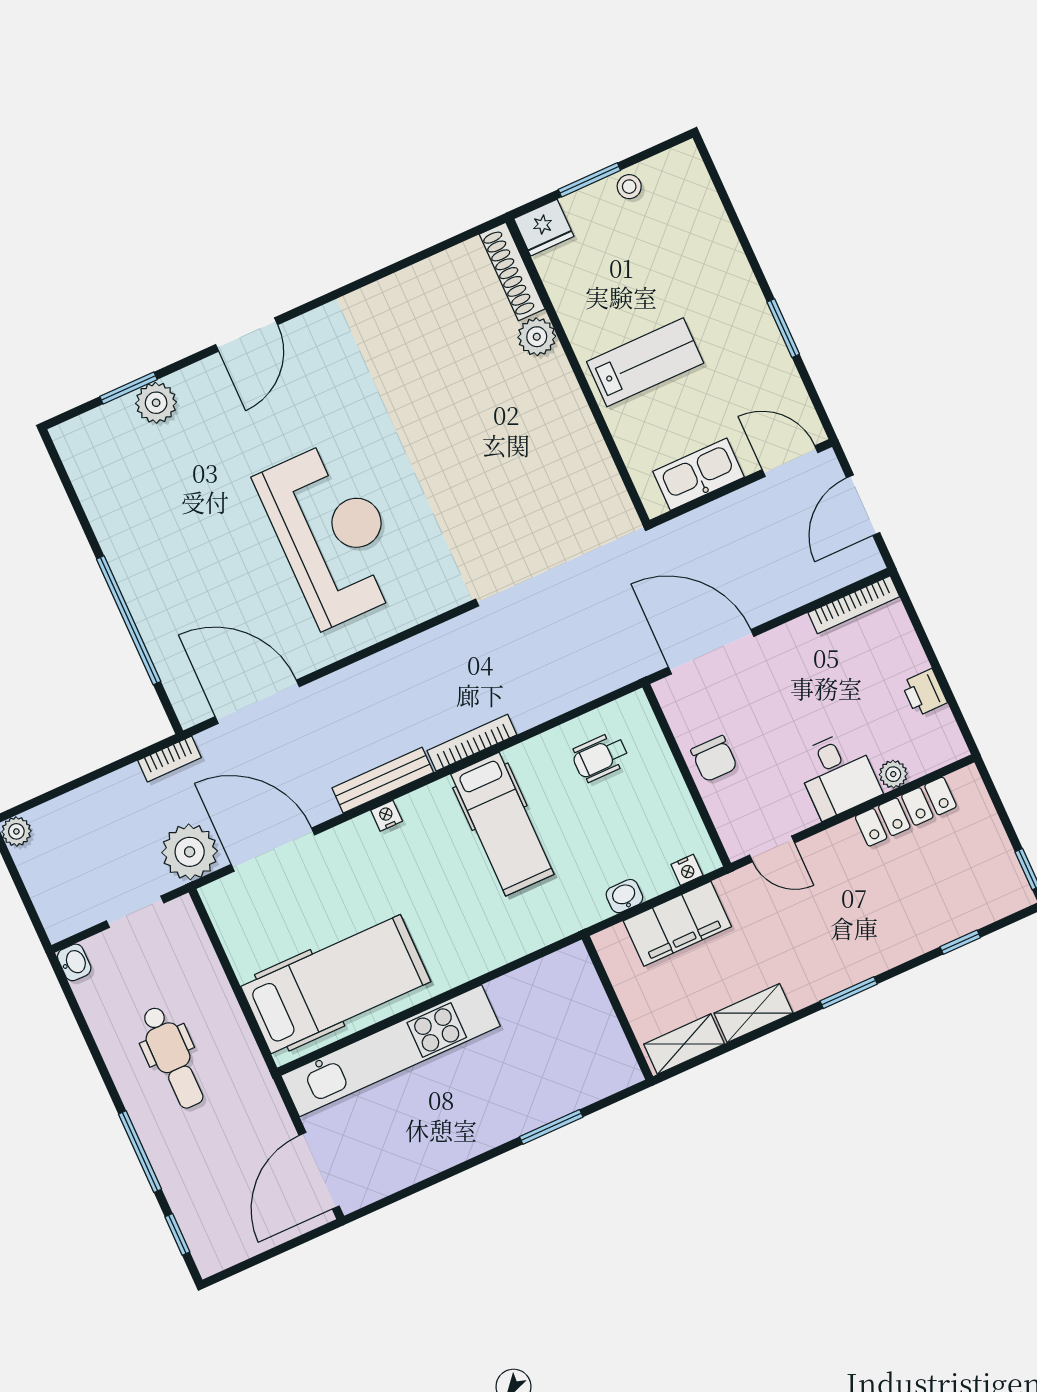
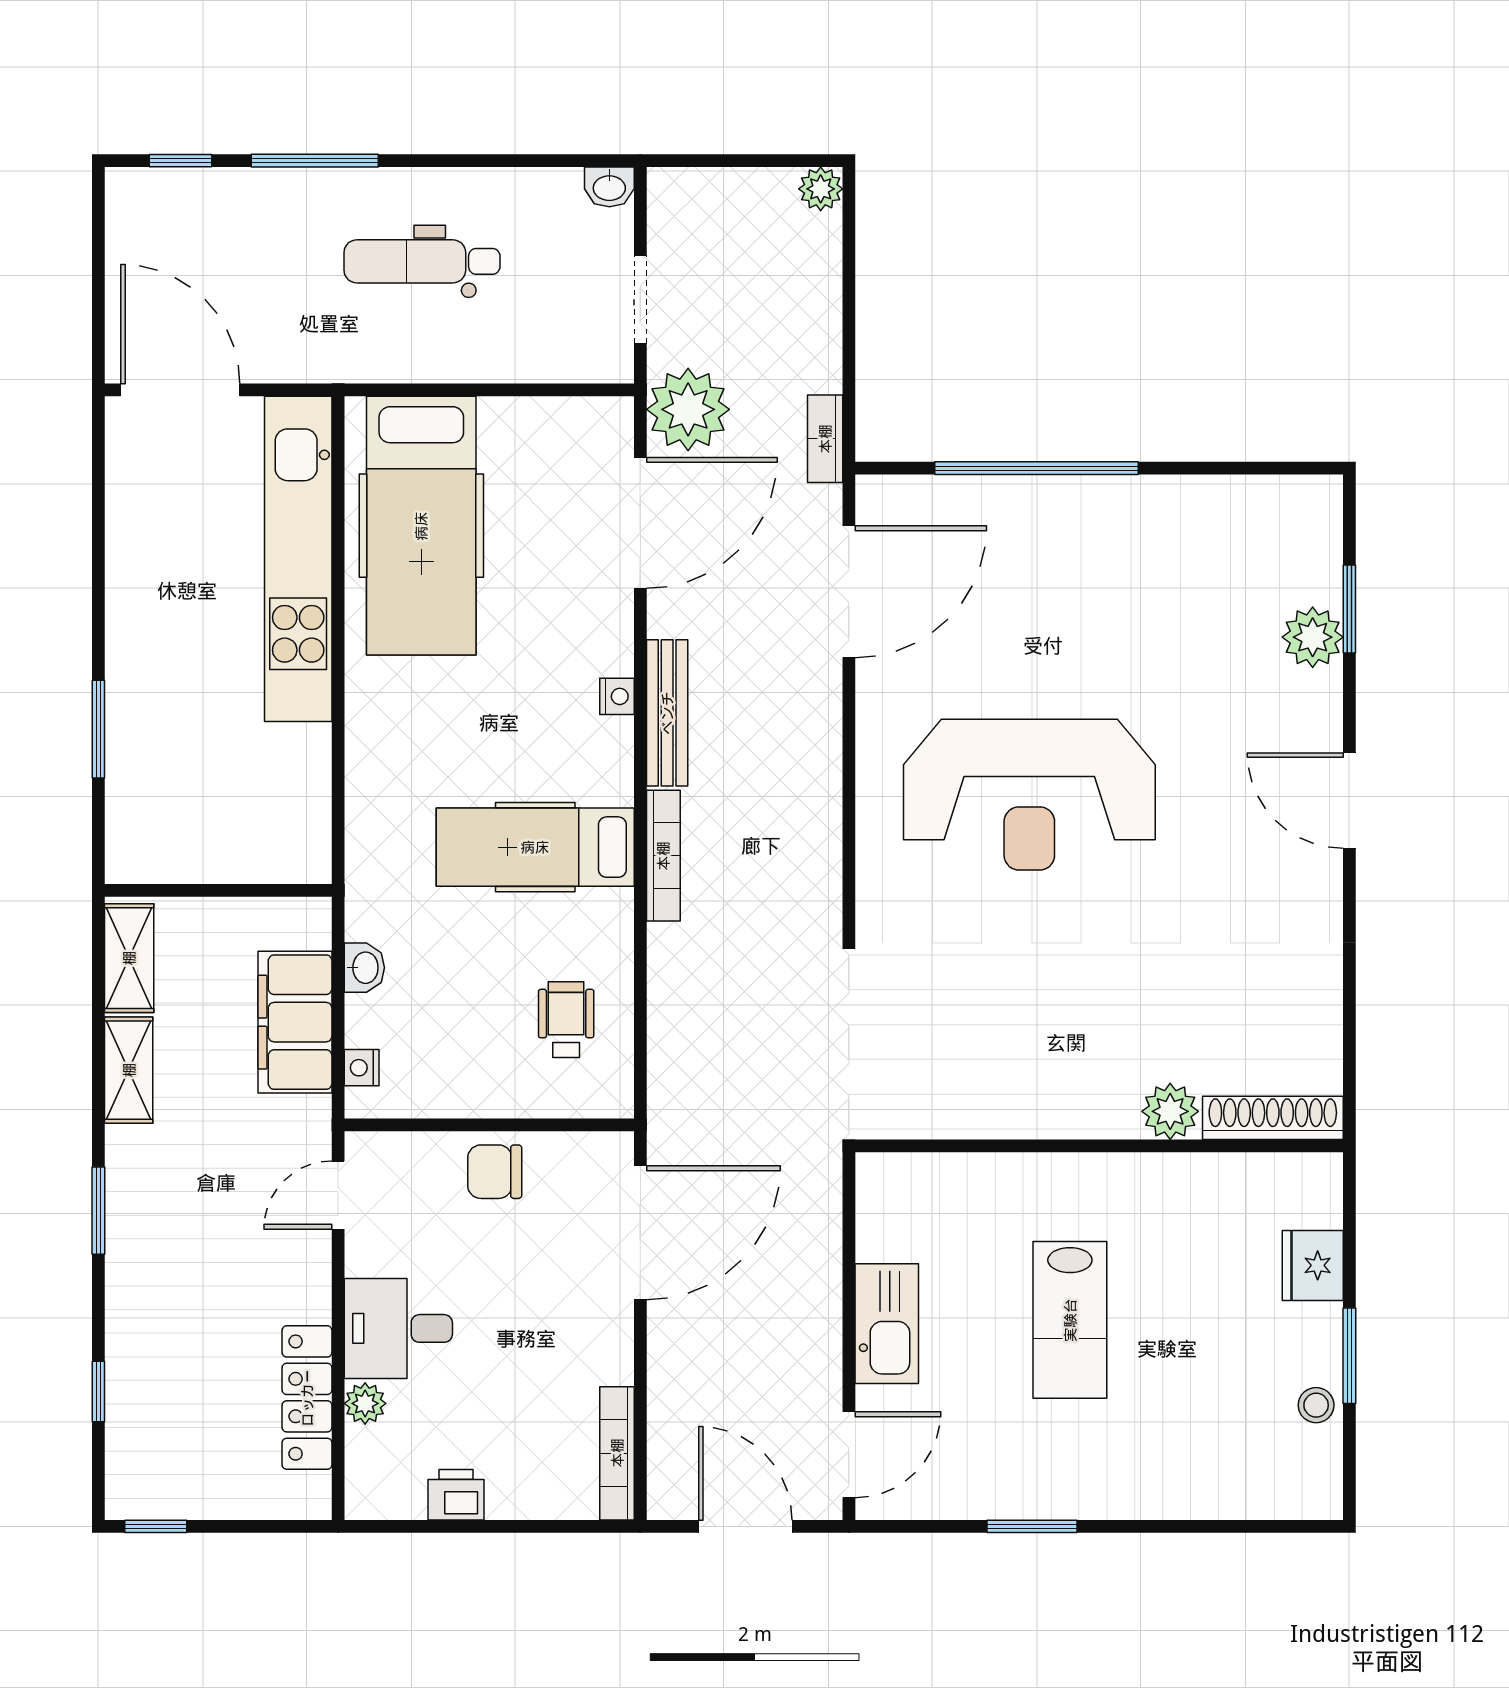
shoe rack: (512, 272) -> (1273, 1118), moved
plant: (537, 337) -> (1170, 1111), moved
wall: (578, 371) -> (1099, 1146), moved

